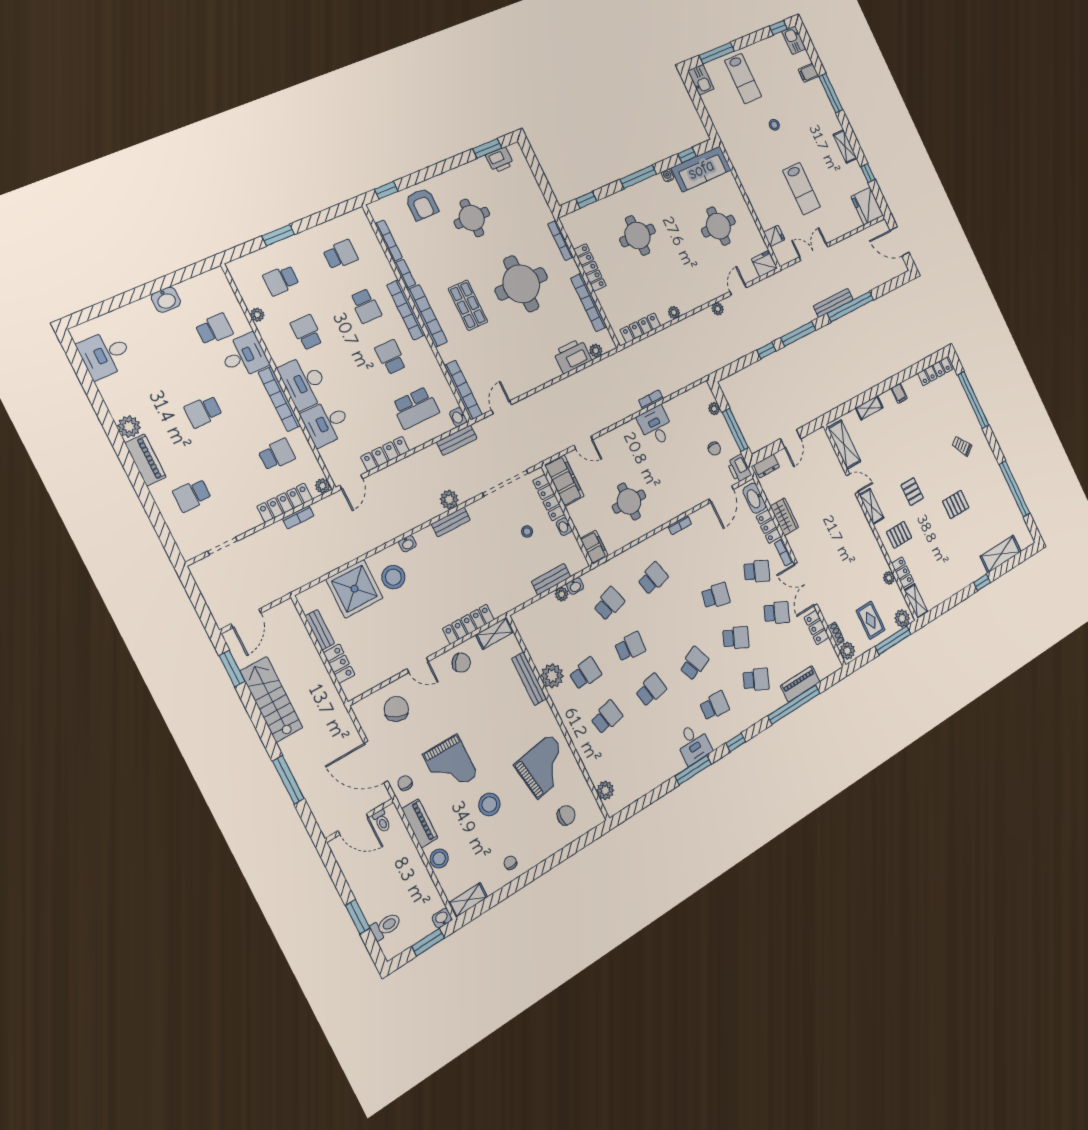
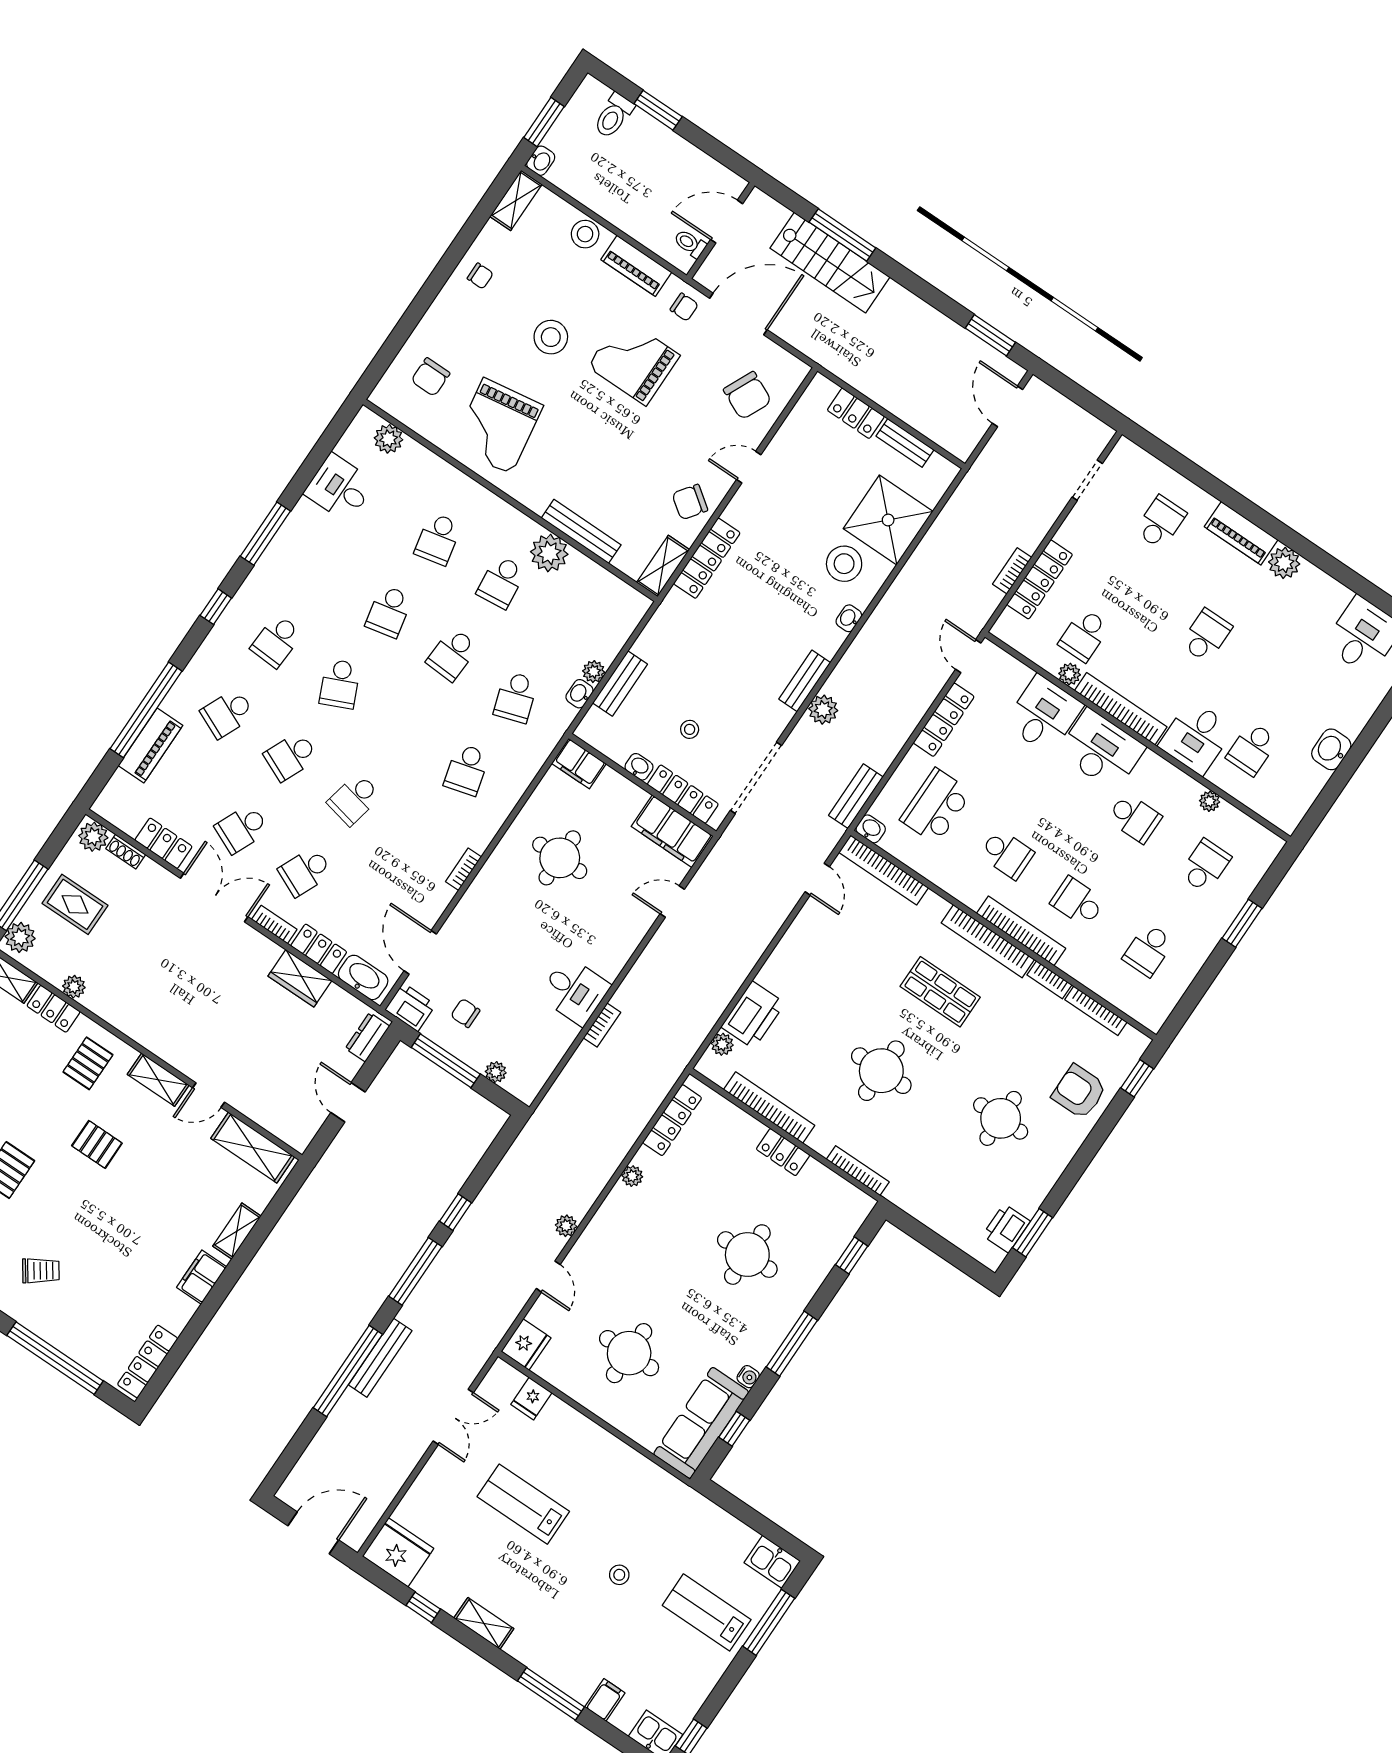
locker: (590, 268) -> (783, 1152), width x0.66
round table: (521, 284) -> (881, 1071), width x0.73, depth x0.73
filing cabinet: (899, 393) -> (202, 1277), width x2.00
plant: (322, 486) -> (1070, 674), moved
stairs: (271, 699) -> (830, 263), moved
desk: (693, 744) -> (340, 488), moved

